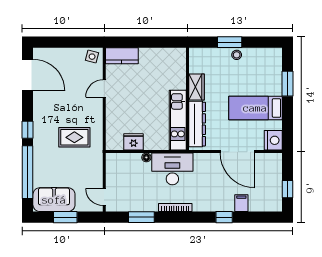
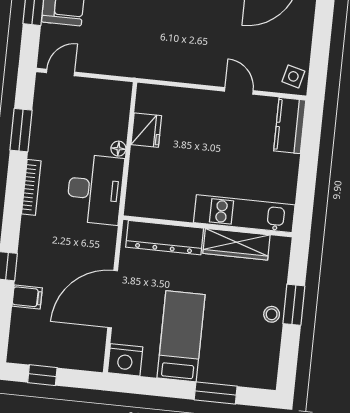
wardrobe: (197, 87) -> (236, 244), width x1.50
kitchen unit: (178, 120) -> (244, 214), moved
rug: (74, 137) -> (164, 34), removed

